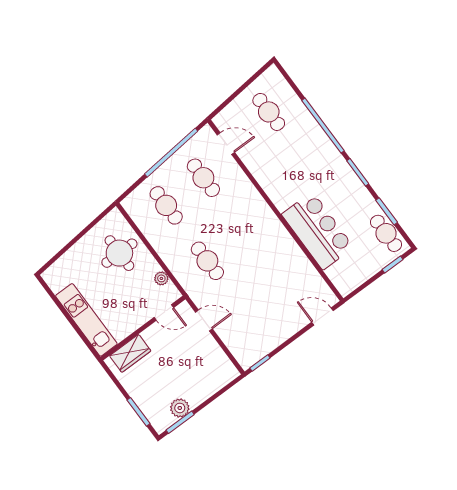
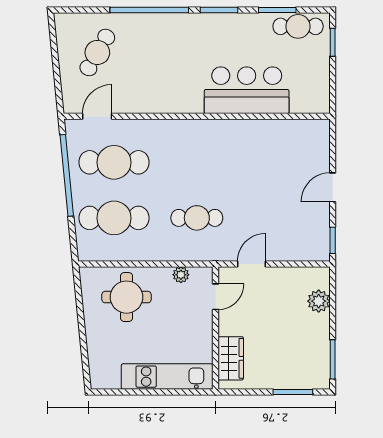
cafe table: (269, 112) -> (97, 52), turned -60
cafe table: (203, 178) -> (114, 162), width x1.37, depth x1.35
cafe table: (166, 205) -> (114, 218), width x1.37, depth x1.35
door: (323, 316) -> (333, 187), moved
plant: (180, 408) -> (319, 301), moved

